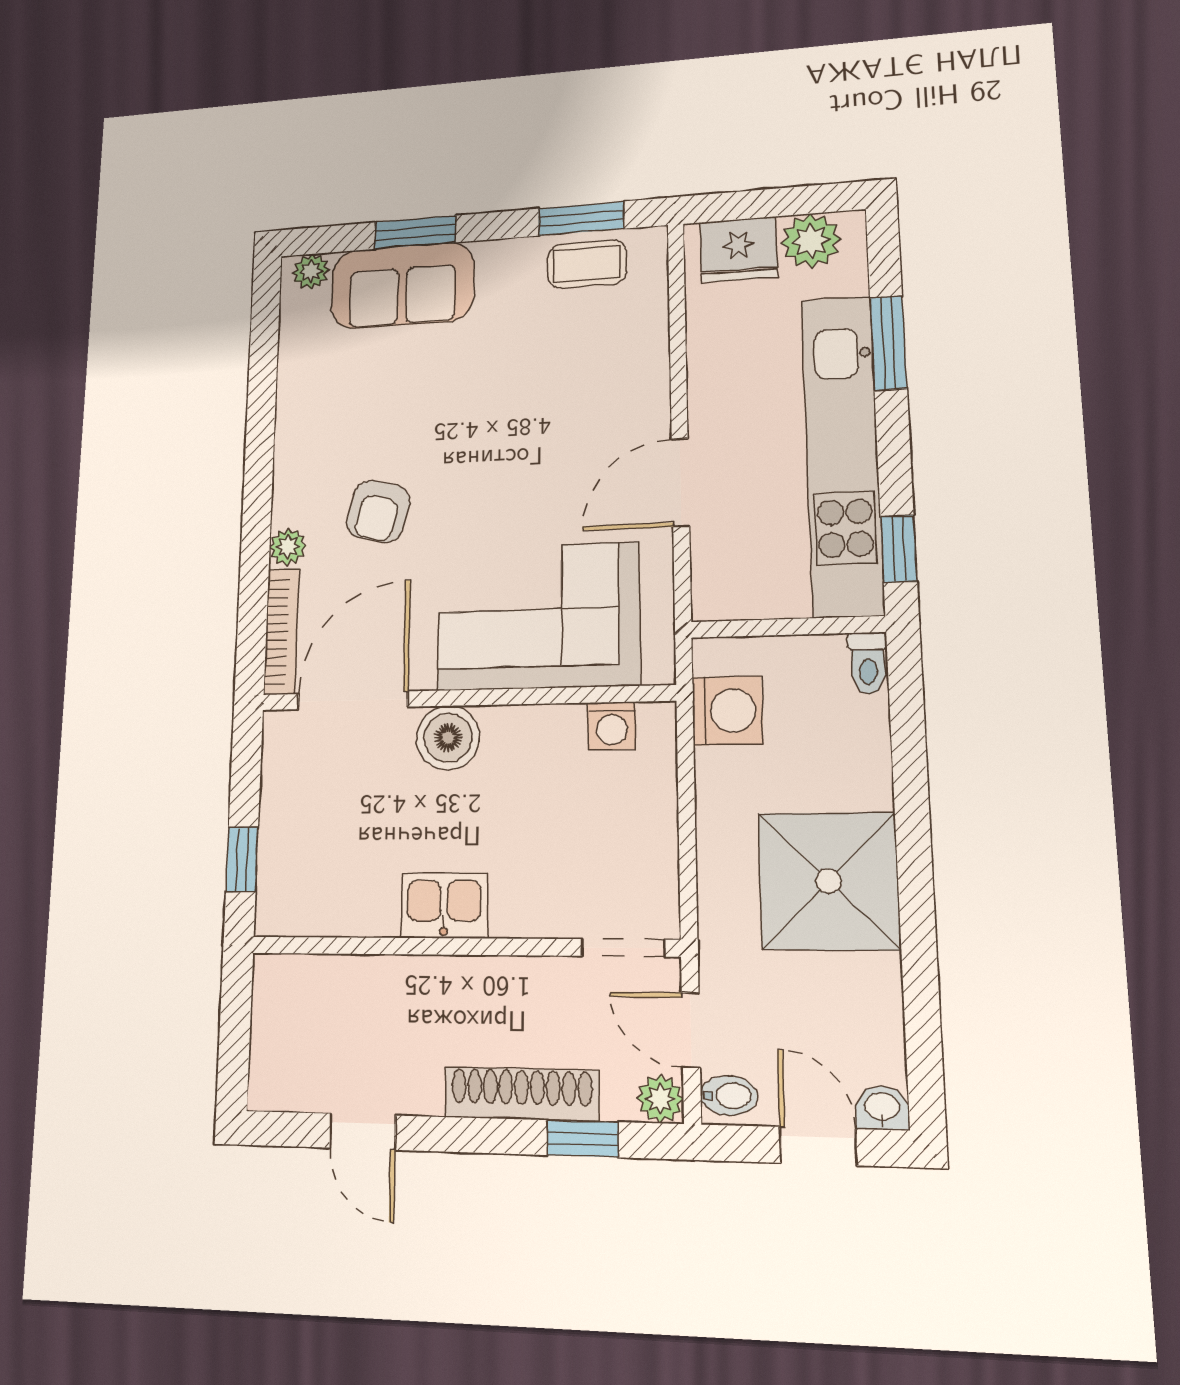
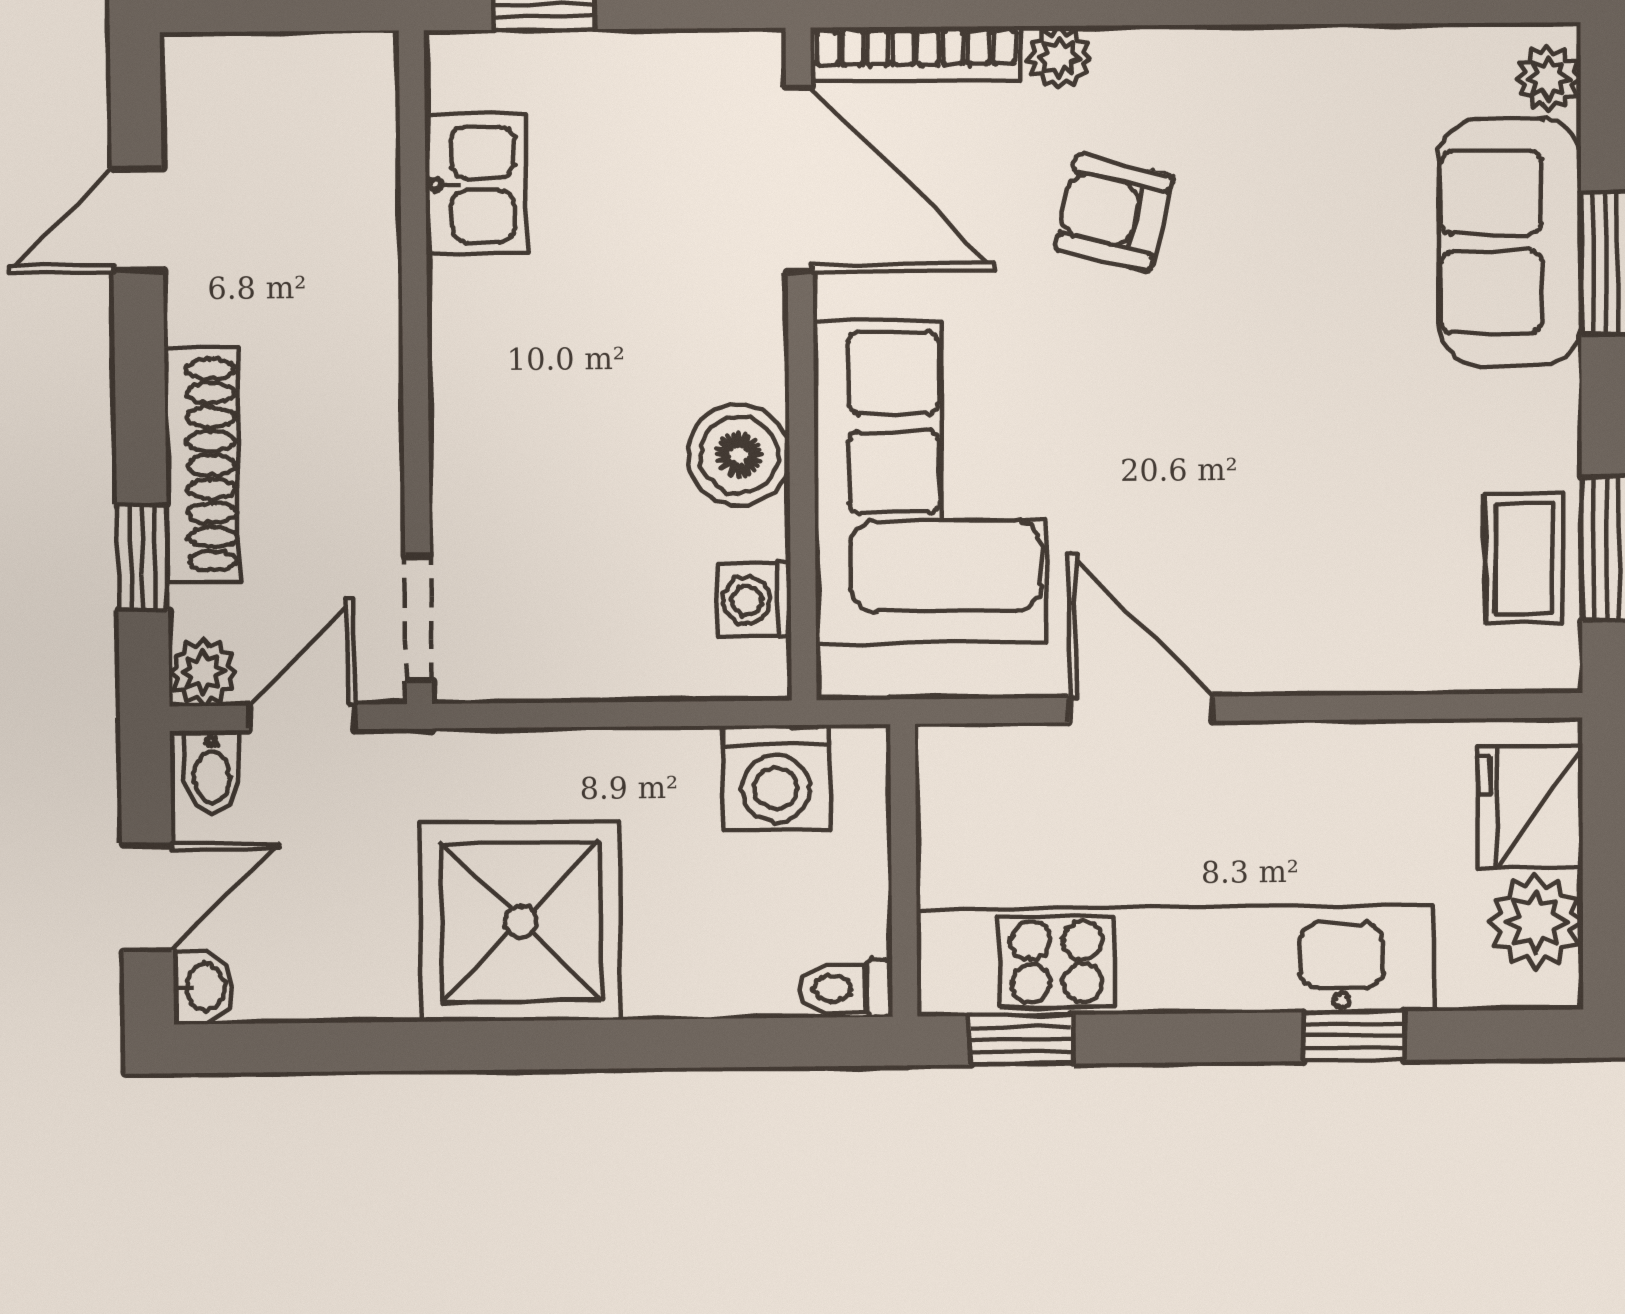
window: (888, 343) -> (1354, 1036), width x0.67
boiler: (448, 738) -> (739, 455), moved
kitchen sink: (444, 905) -> (476, 184), moved

